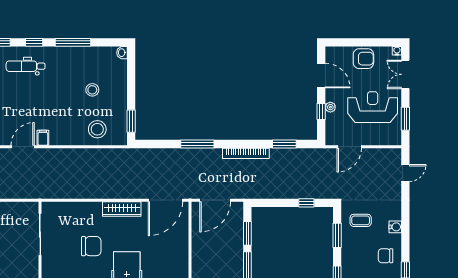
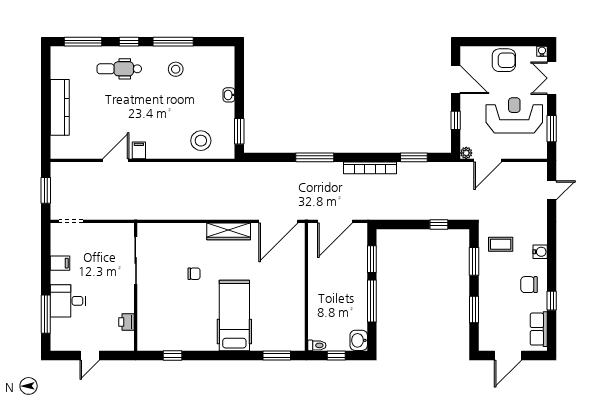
washbasin: (122, 53) -> (229, 95), moved
stool: (92, 90) -> (176, 69), moved
plant: (330, 107) -> (466, 153), moved
chair: (91, 246) -> (194, 274), width x0.54, depth x0.54

